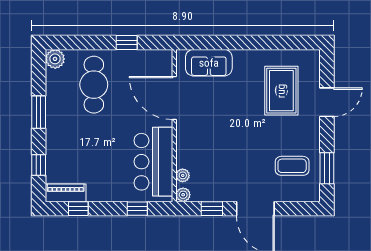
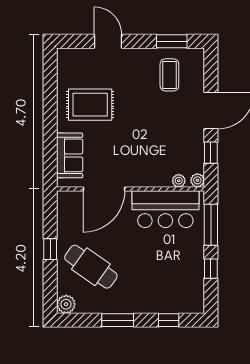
window: (127, 42) -> (50, 249), moved
cafe table: (94, 85) -> (91, 267), turned 35
rug: (281, 91) -> (90, 105), moved
piano: (66, 193) -> (196, 294), removed
window: (78, 209) -> (211, 269), moved
window: (137, 209) -> (211, 225), width x2.17

